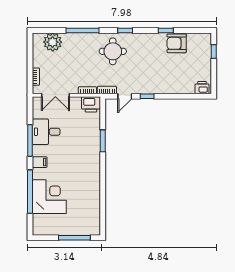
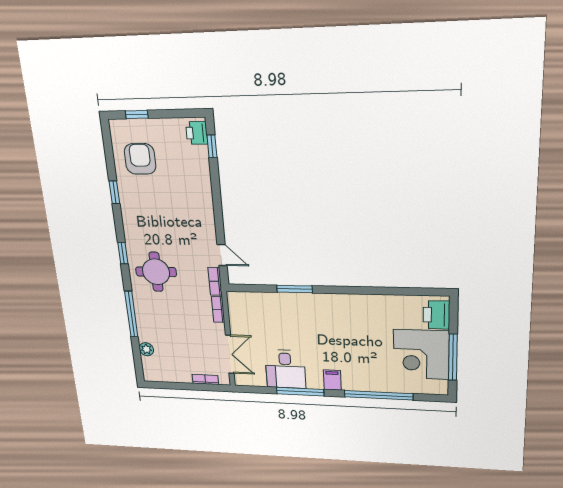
plant: (53, 42) -> (146, 349), width x0.53, depth x0.53
armchair: (177, 43) -> (140, 159), moved, turned 180
window: (147, 96) -> (212, 146), moved
printer: (91, 104) -> (436, 315), moved, turned 180
corner desk: (49, 197) -> (421, 354), moved, turned -90
window: (74, 238) -> (453, 357), moved

